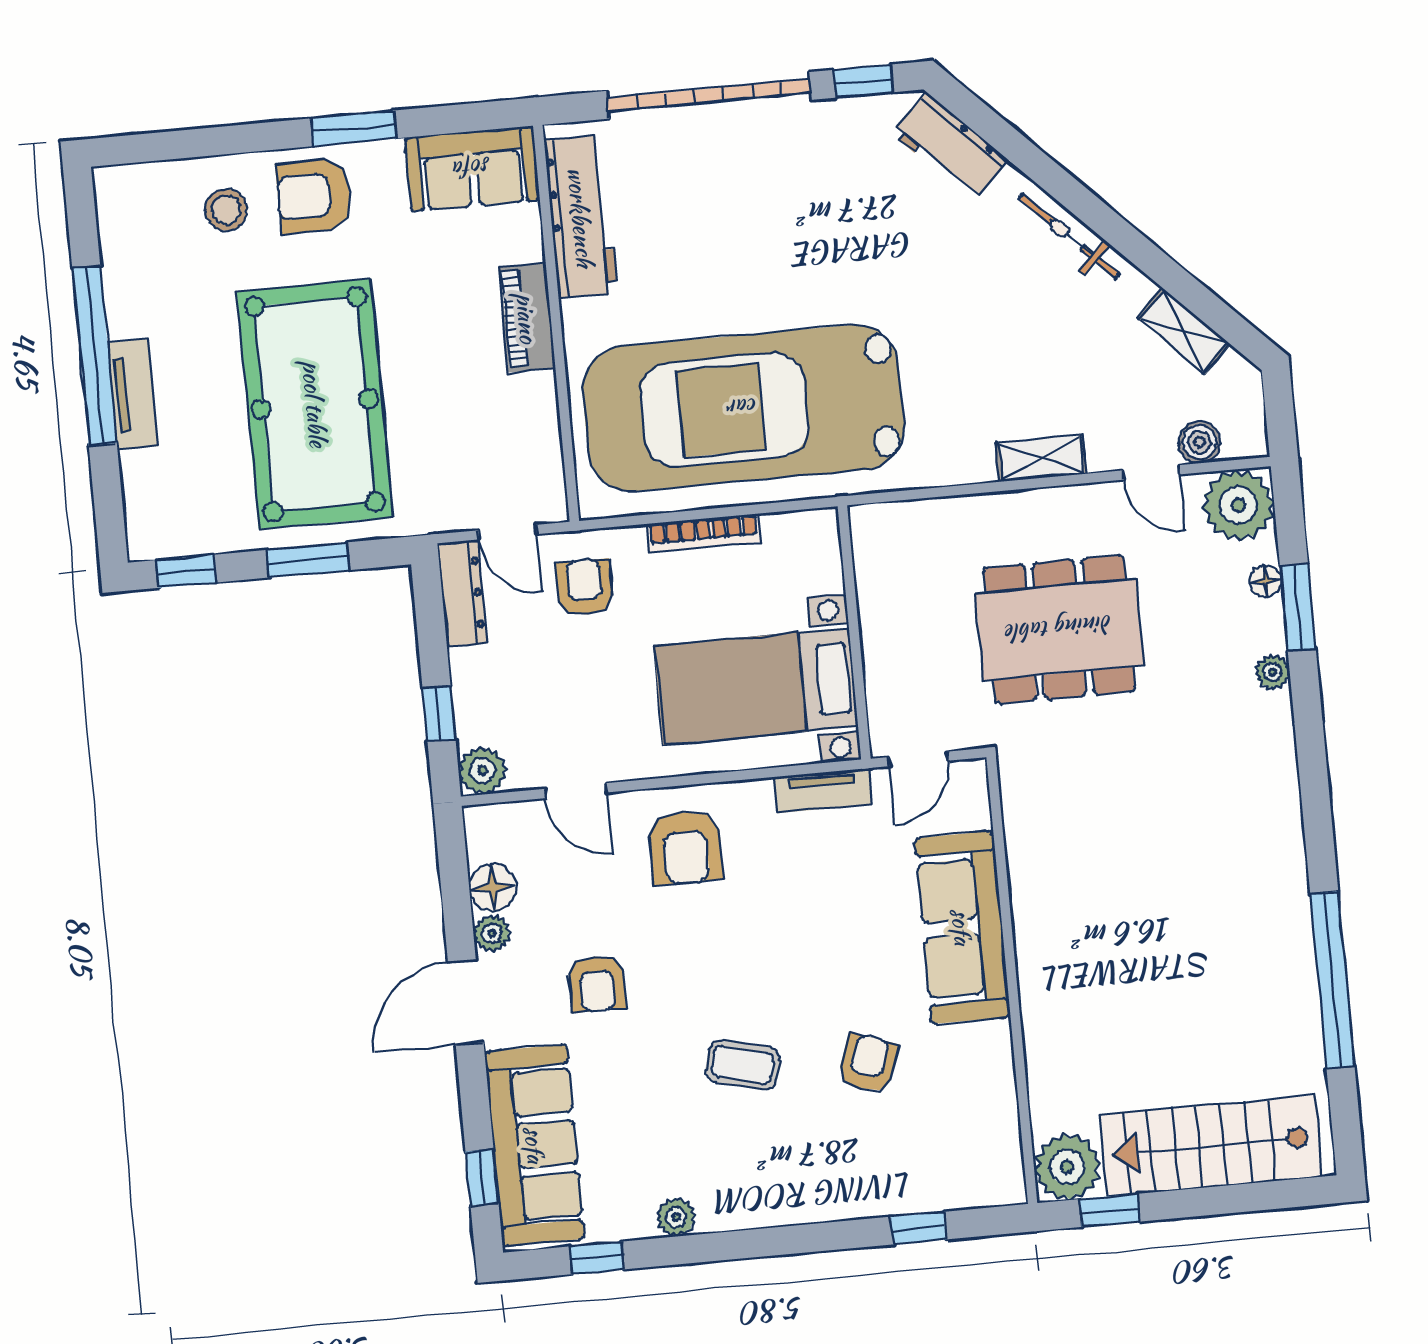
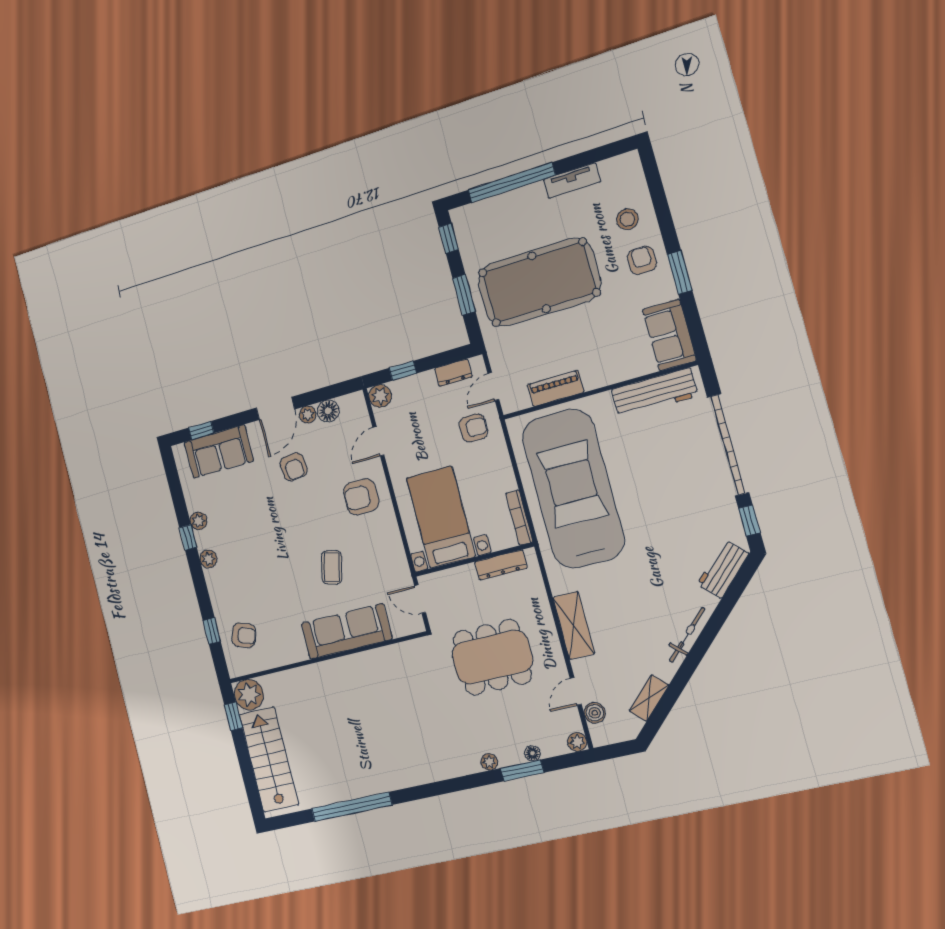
armchair: (314, 196) -> (642, 260), width x0.72, depth x0.72
piano: (527, 318) -> (556, 388), moved
window: (94, 356) -> (512, 183), moved
tv unit: (133, 394) -> (572, 181), moved
shelving: (1041, 458) -> (574, 625), width x1.50, depth x1.33
plant: (1238, 505) -> (577, 742), width x0.53, depth x0.53
bookcase: (704, 533) -> (519, 518), moved
dresser: (874, 579) -> (501, 565), added
dresser: (462, 594) -> (453, 373), width x0.70
dining table: (1059, 629) -> (492, 657), turned 90
tv unit: (823, 791) -> (398, 556), removed
armchair: (597, 984) -> (294, 467), turned -96
door: (466, 1002) -> (275, 408), swing flipped
armchair: (868, 1063) -> (244, 635), moved
coffee table: (743, 1065) -> (332, 567), moved
sofa: (535, 1145) -> (219, 452), width x0.73
plant: (762, 1209) -> (208, 559), added
window: (597, 1258) -> (188, 537), moved

